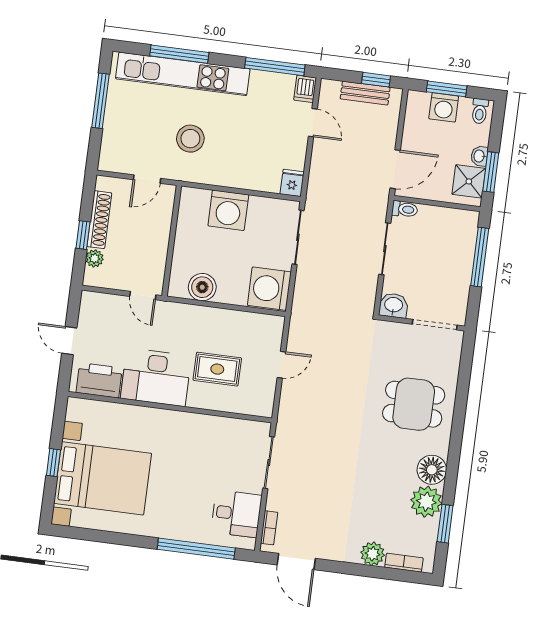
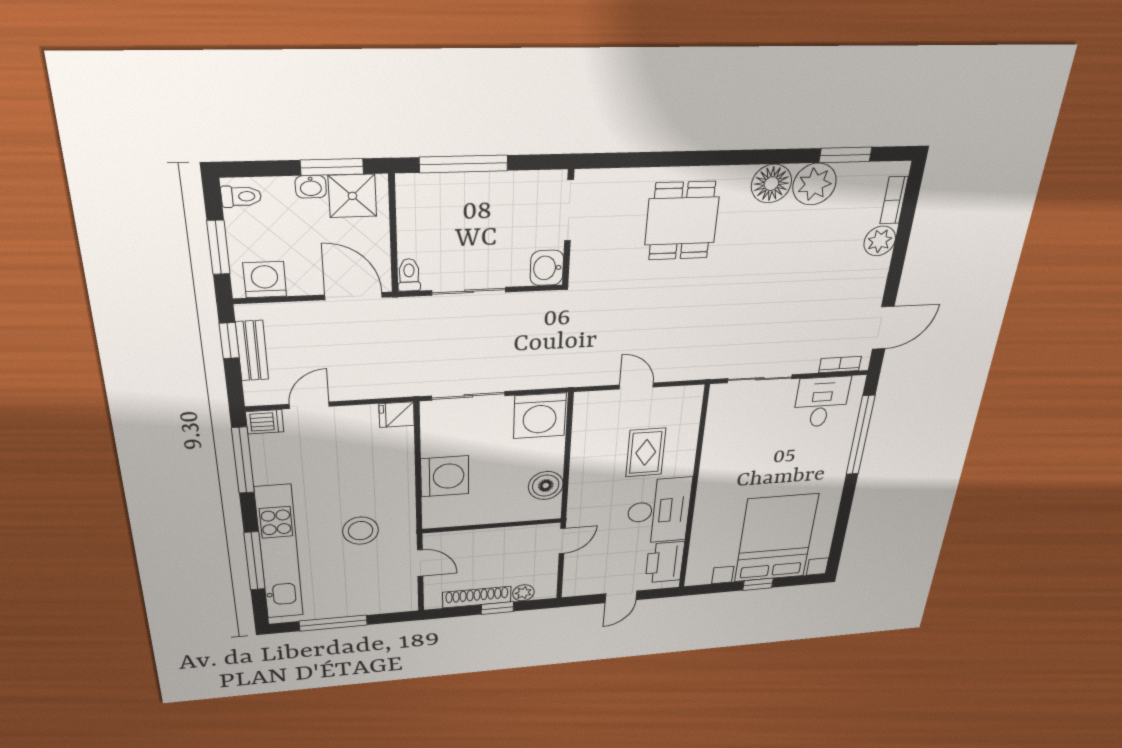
washing machine: (444, 107) -> (265, 280), moved, turned -90

